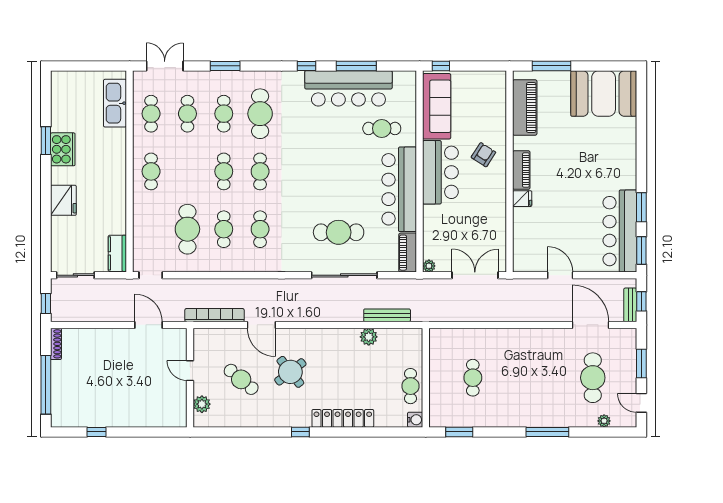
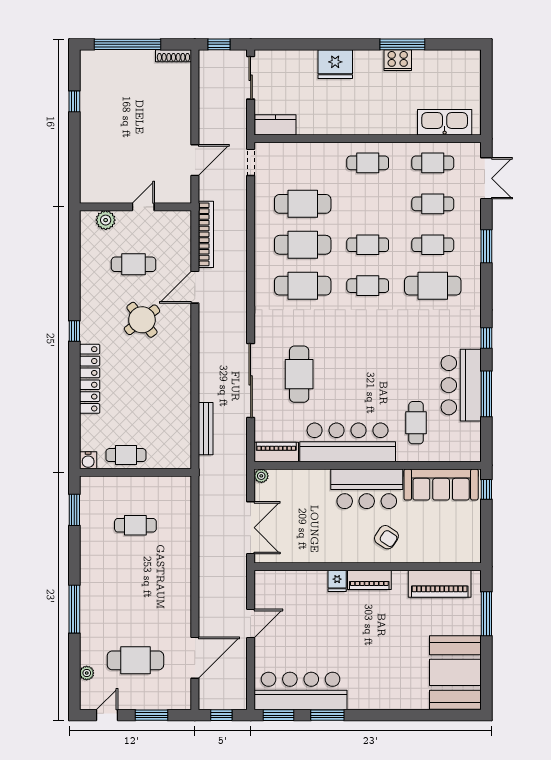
bar counter: (348, 88) -> (461, 385), width x0.73
window: (46, 141) -> (402, 44), width x1.44
cooker: (63, 149) -> (398, 60), width x0.73, depth x0.76
cafe table: (224, 229) -> (303, 245), width x1.37, depth x1.35
cafe table: (260, 229) -> (303, 286), width x1.37, depth x1.35
bench: (630, 305) -> (217, 703), removed
plant: (369, 337) -> (182, 408), removed
cafe table: (241, 379) -> (134, 264), turned 50

